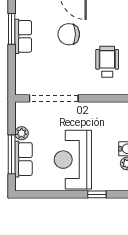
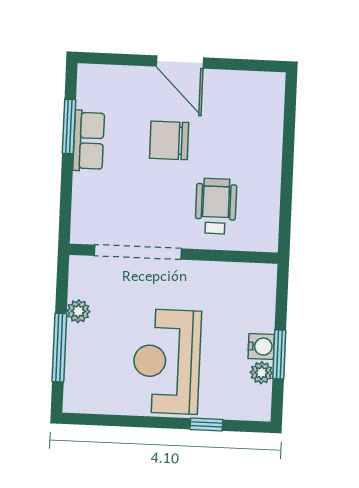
wheelchair: (107, 62) -> (216, 206), moved
row of seats: (23, 159) -> (80, 357), removed

